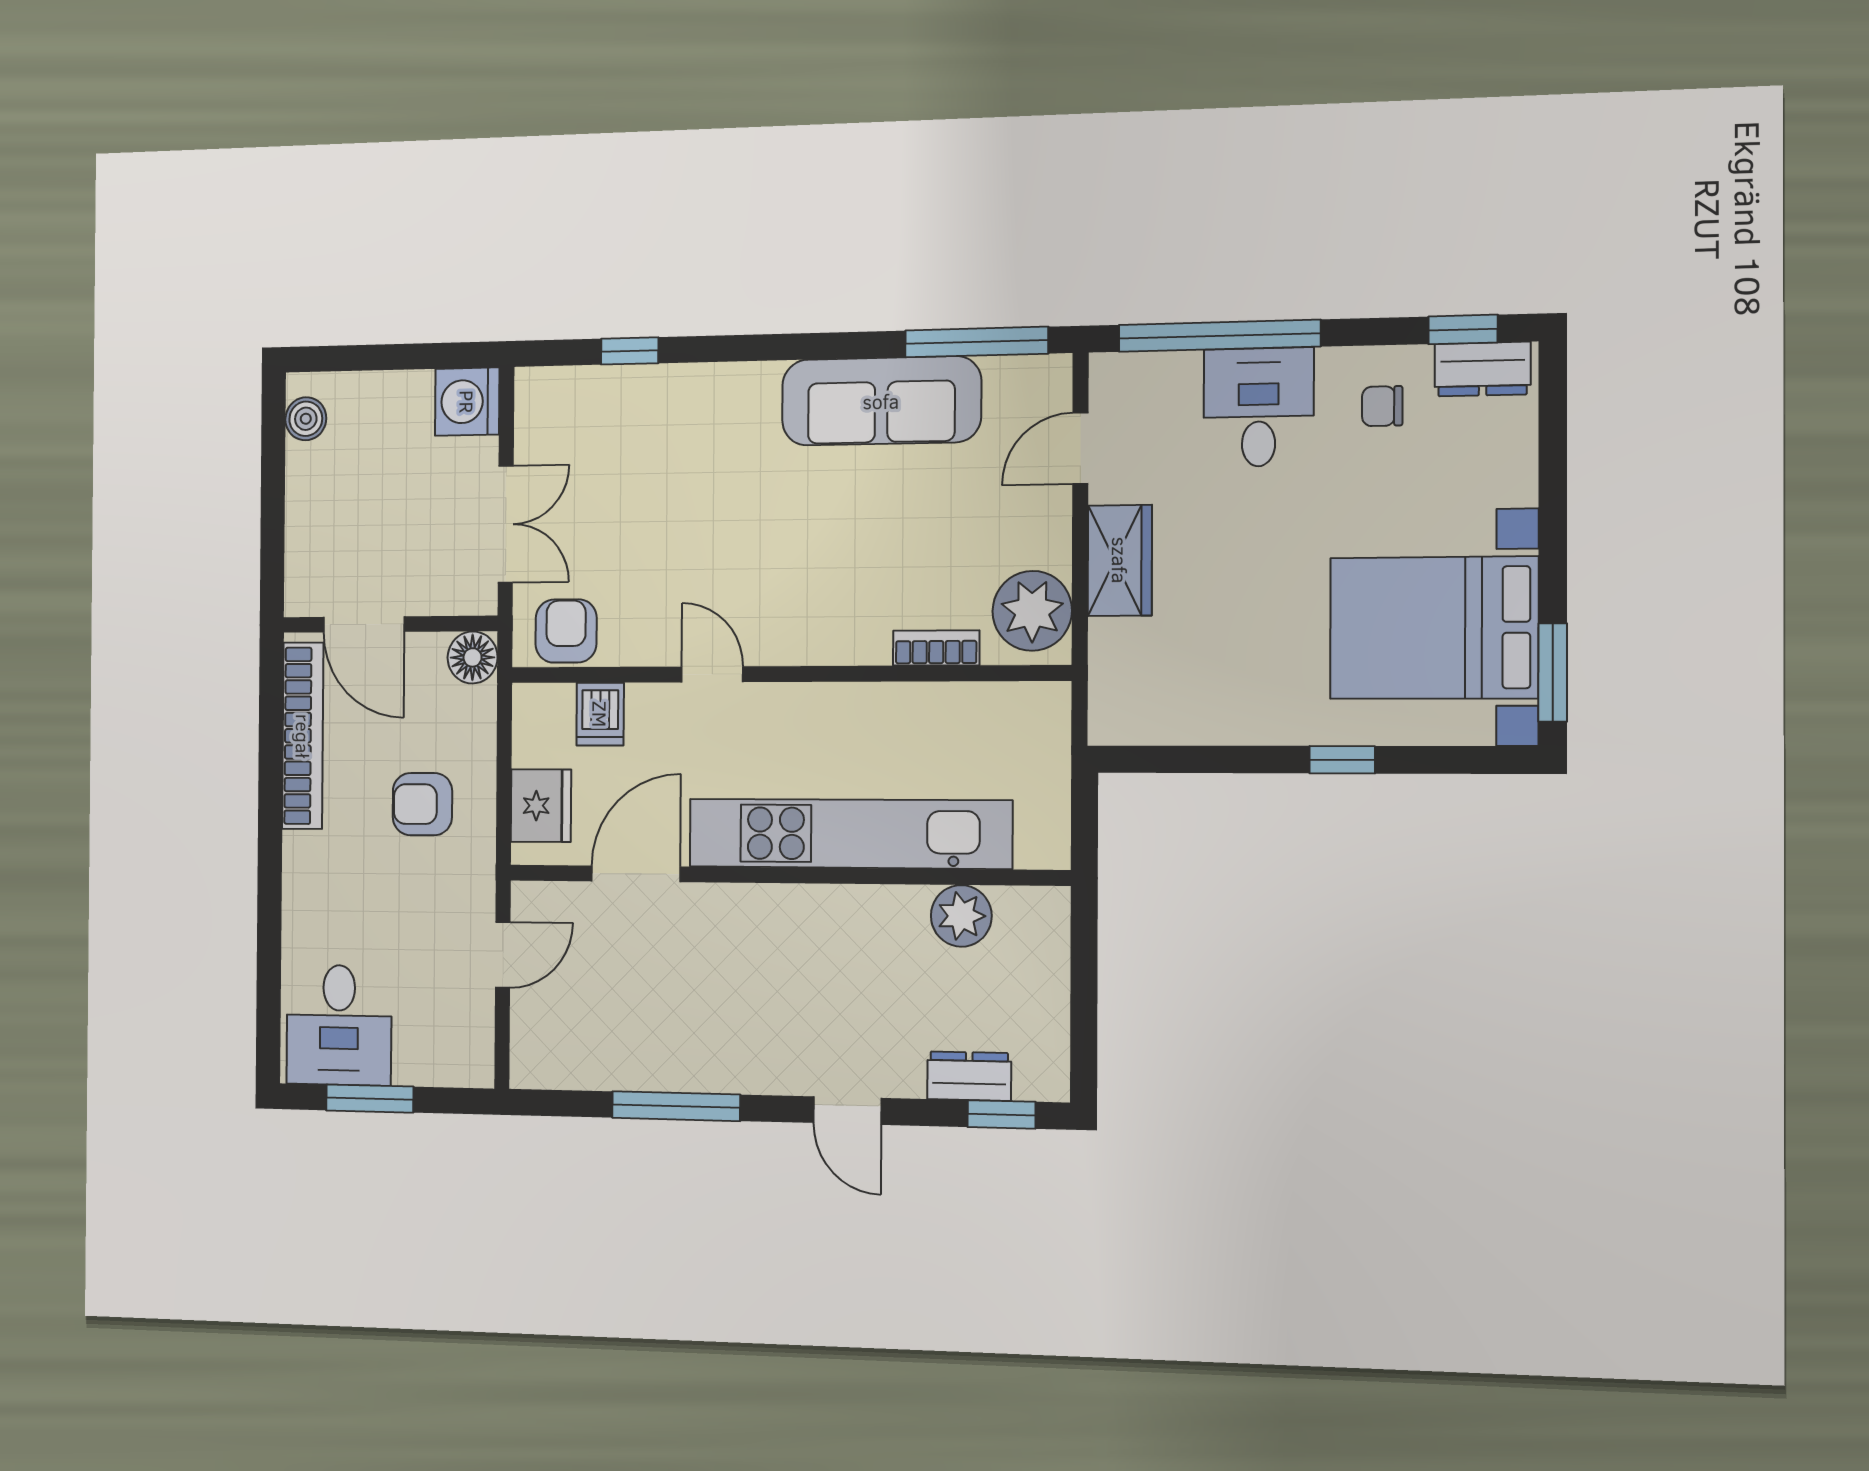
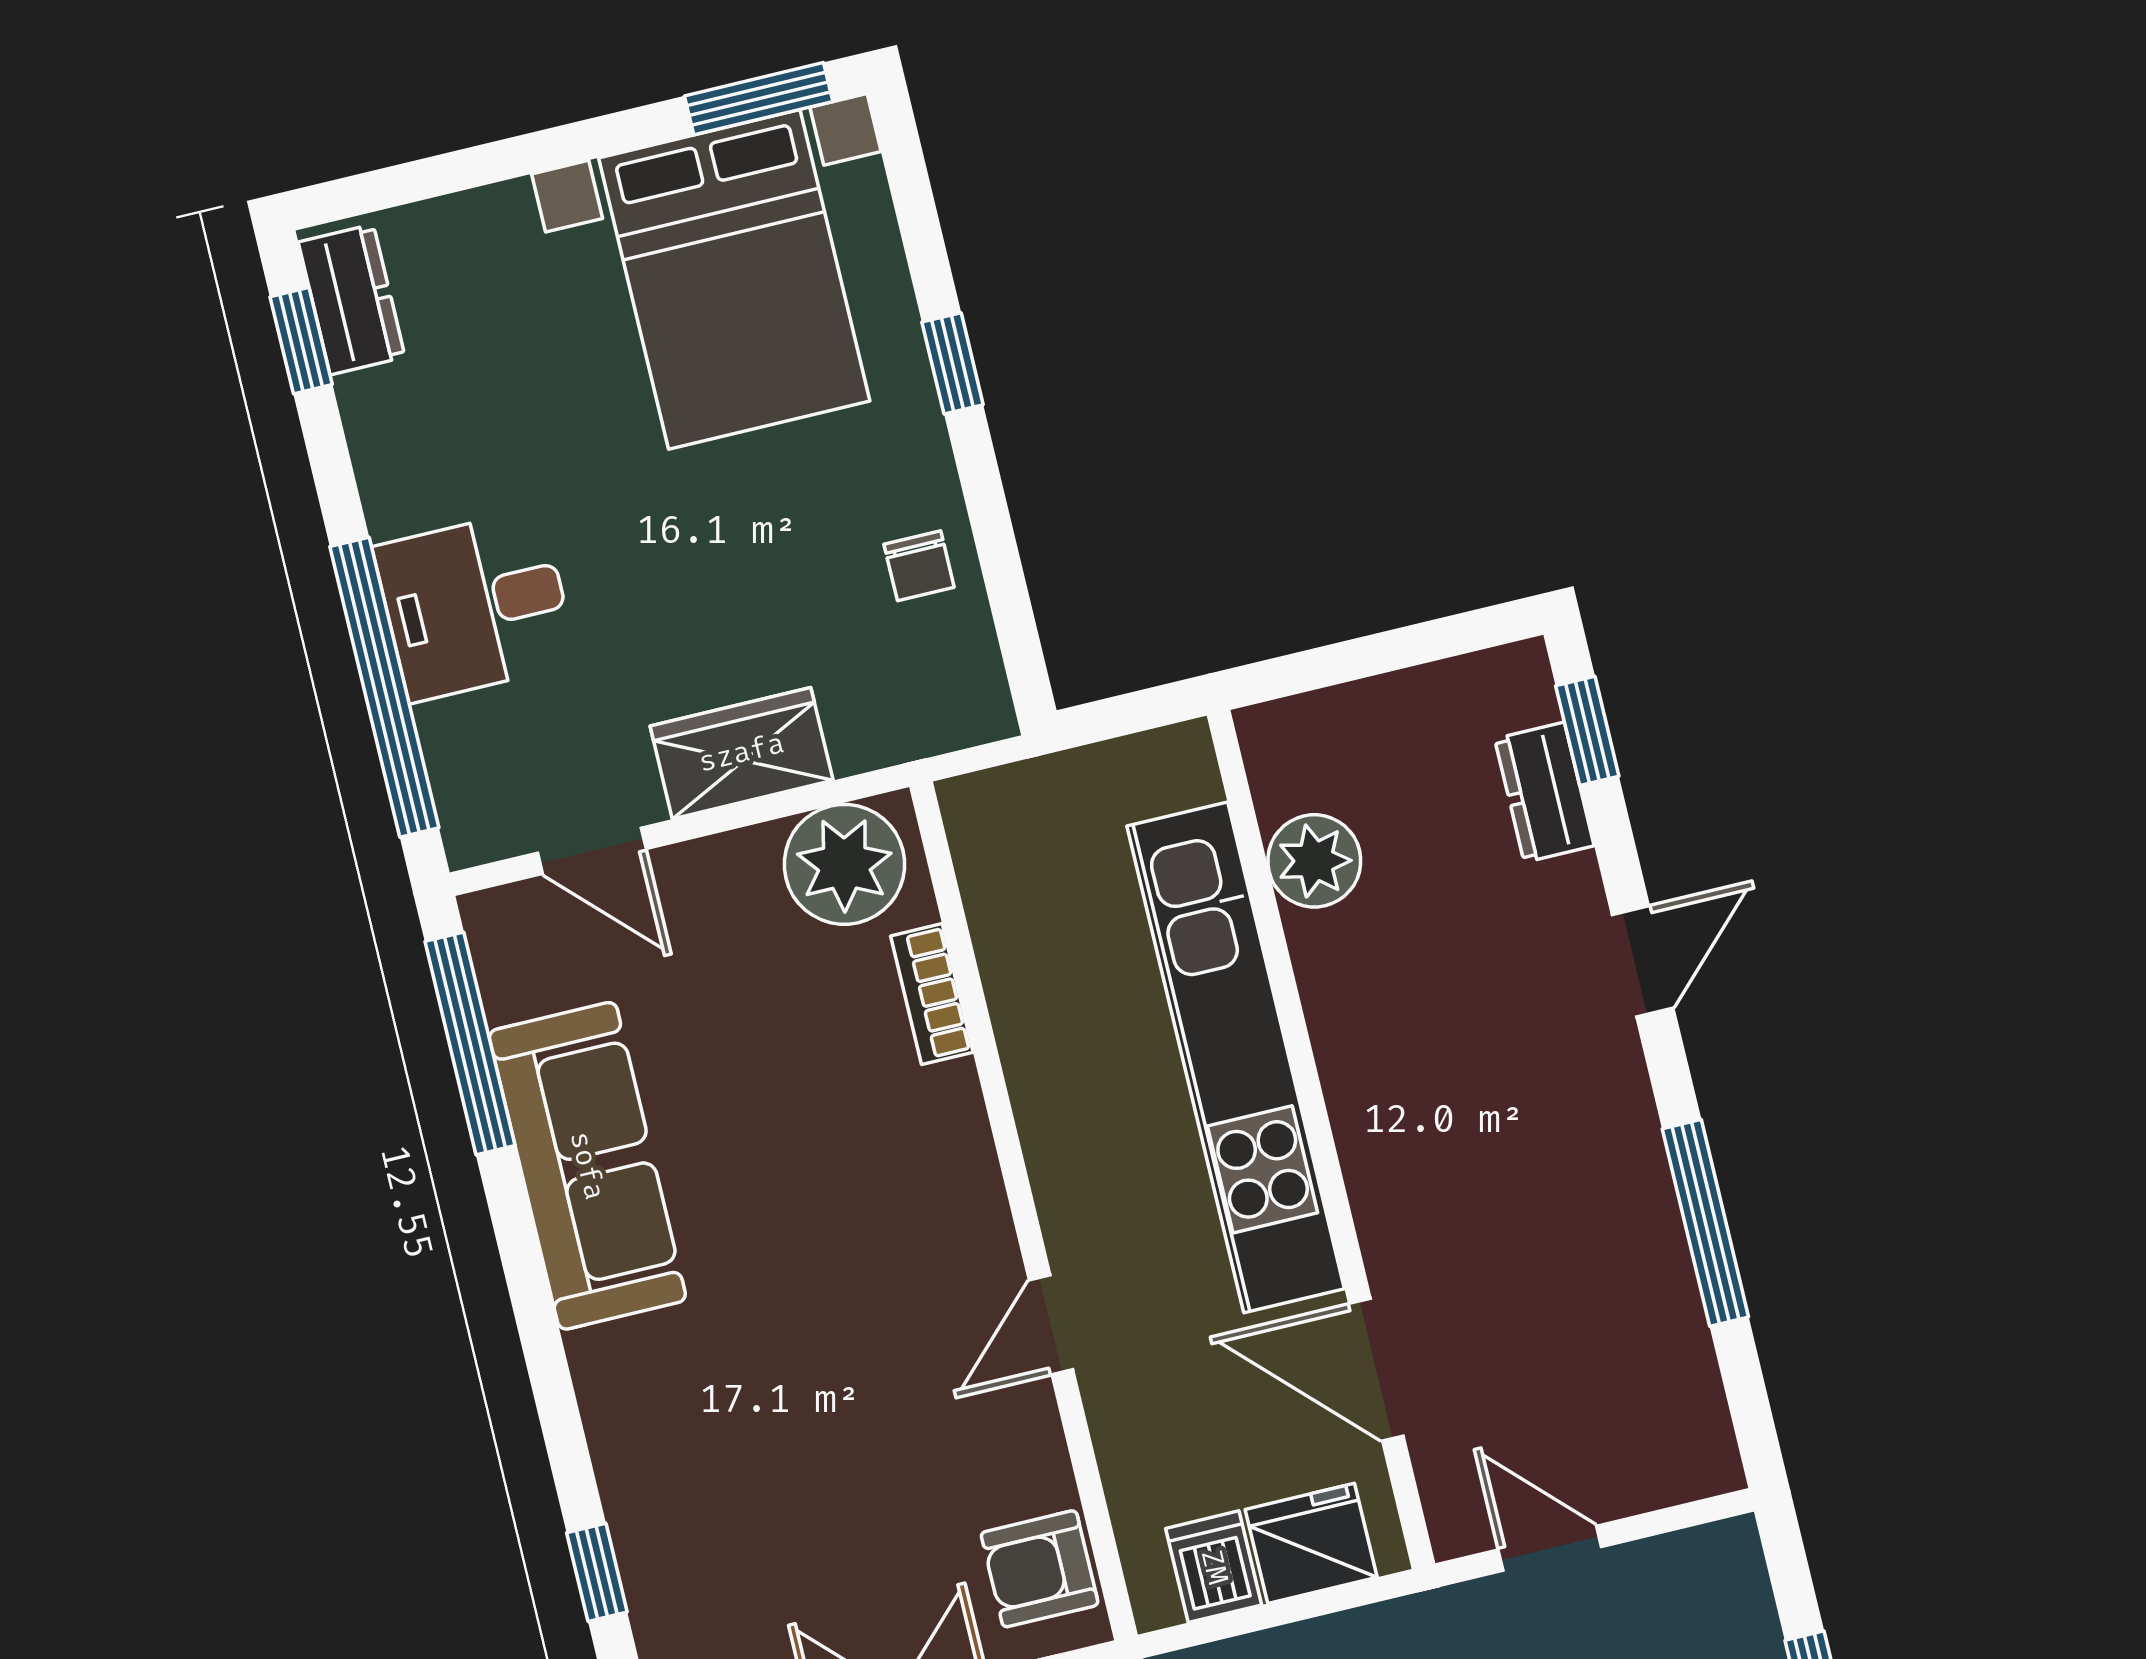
chair: (1382, 406) -> (919, 566), moved
dishwasher: (600, 714) -> (1214, 1567), moved, turned -90

